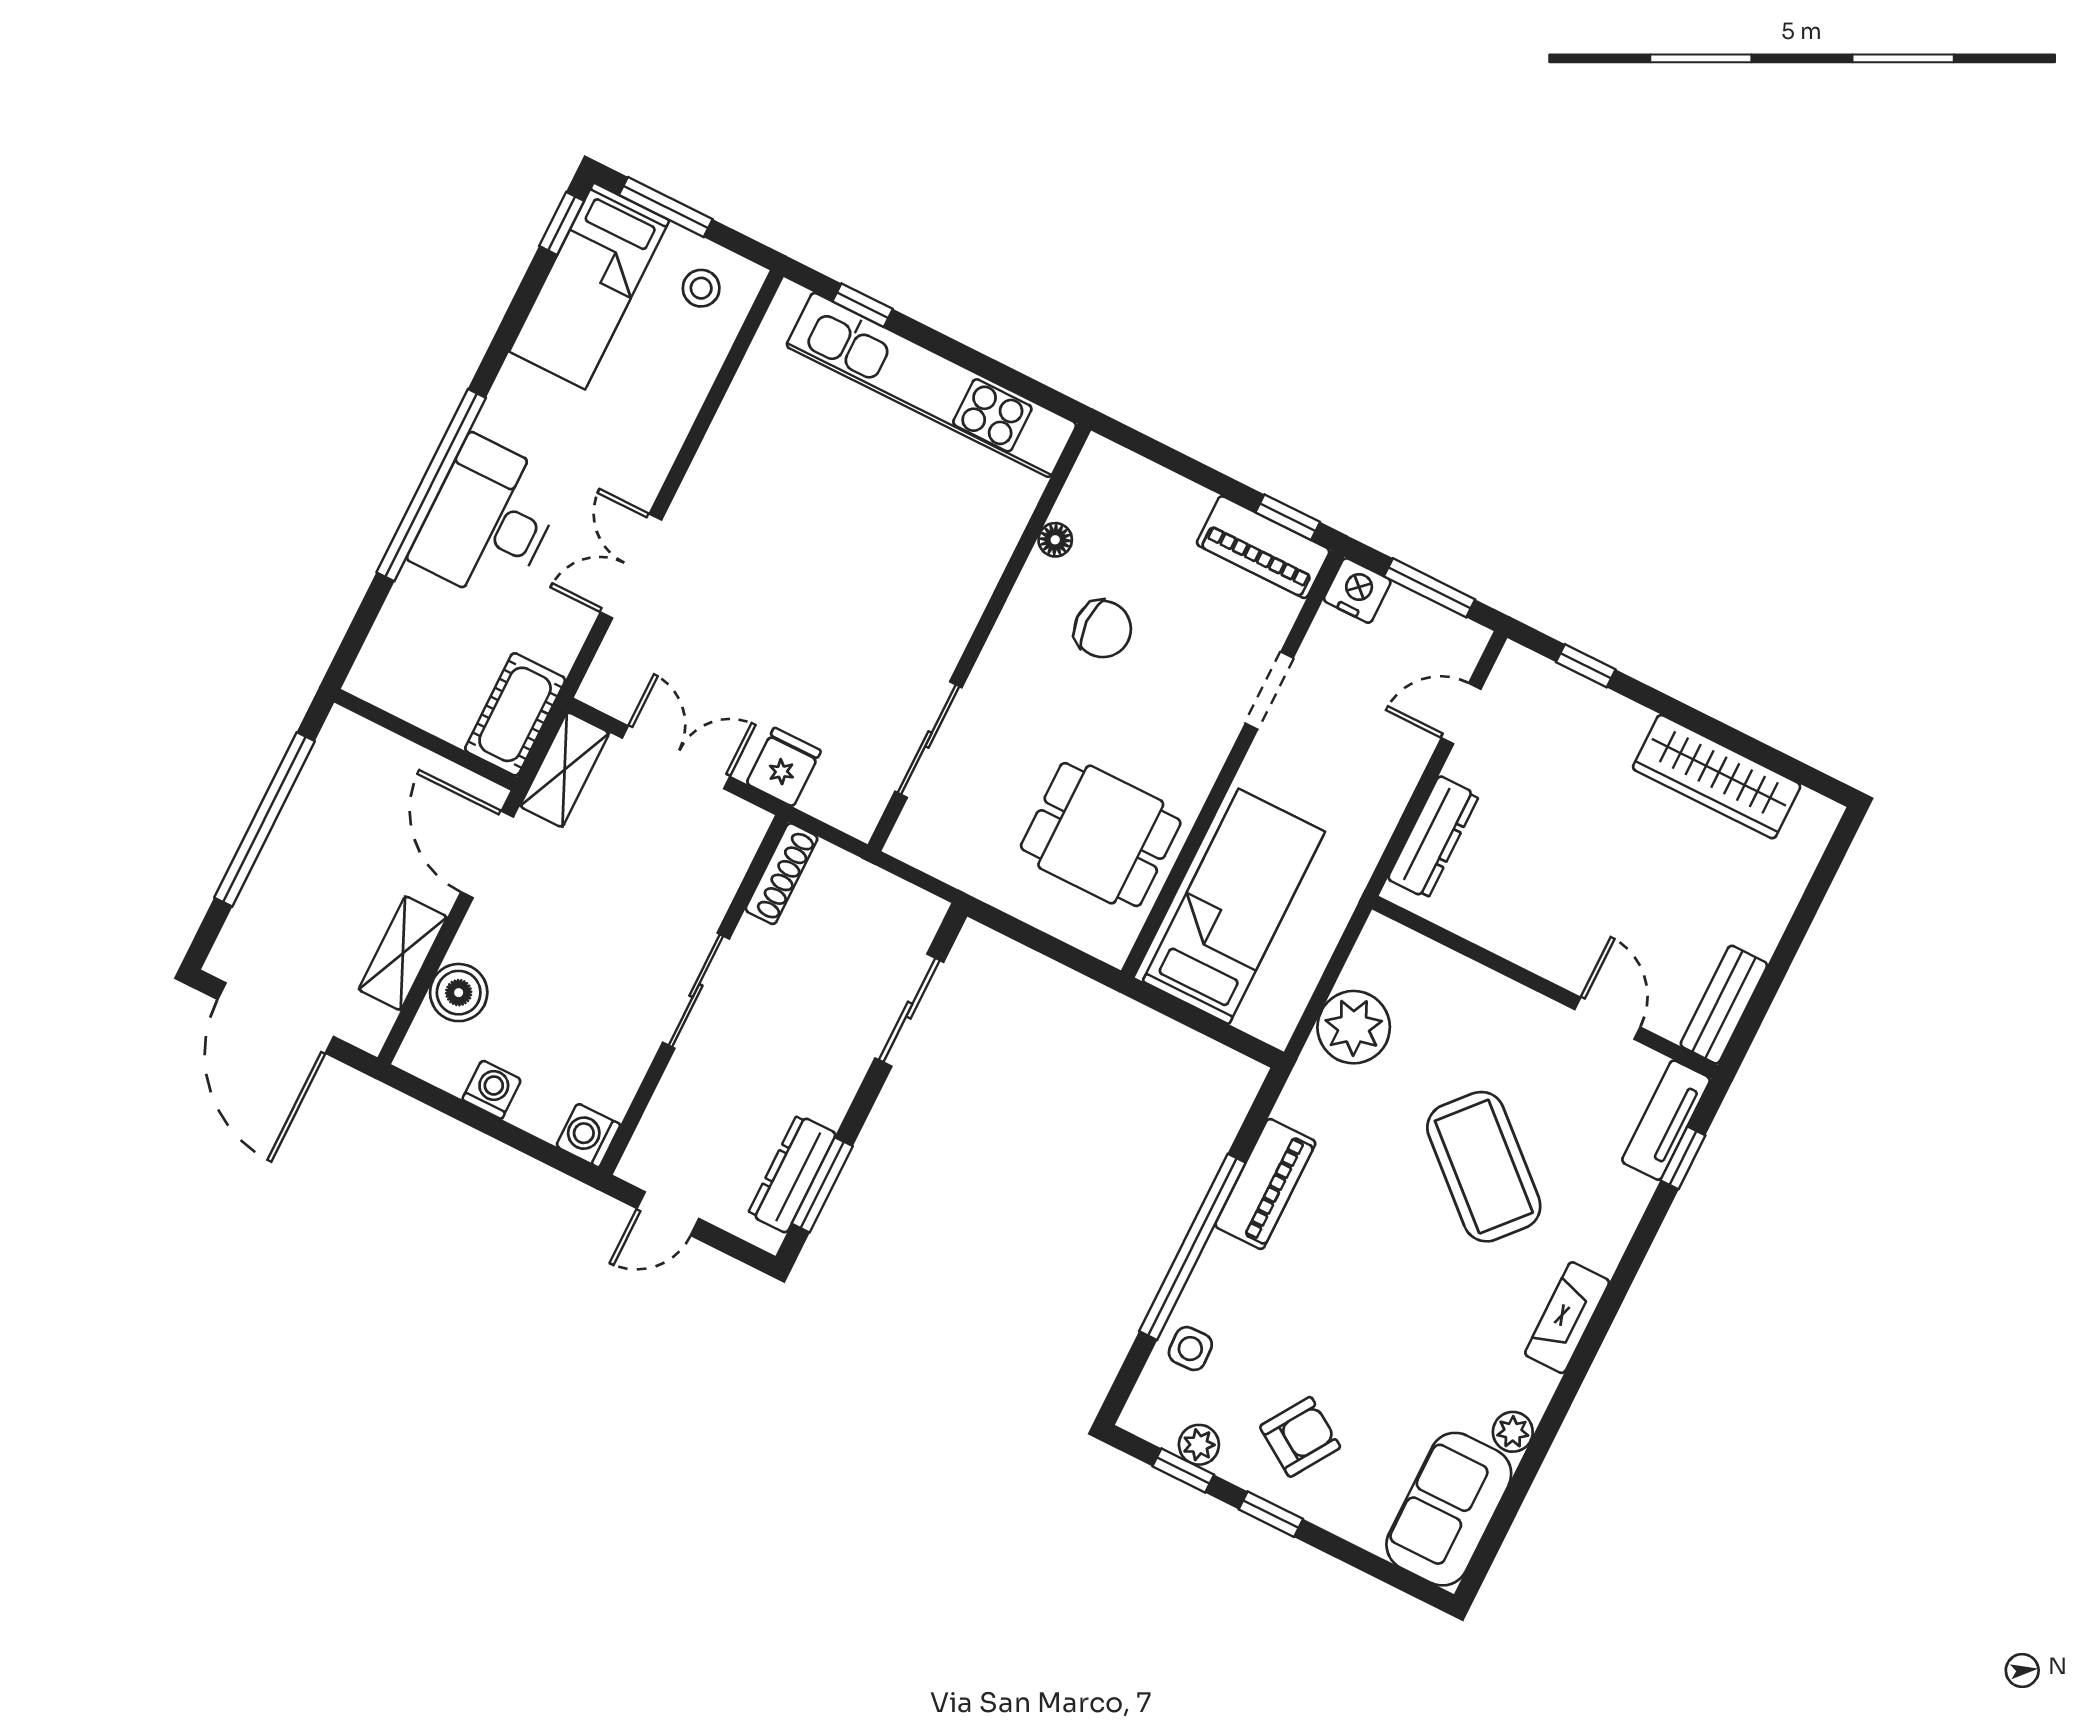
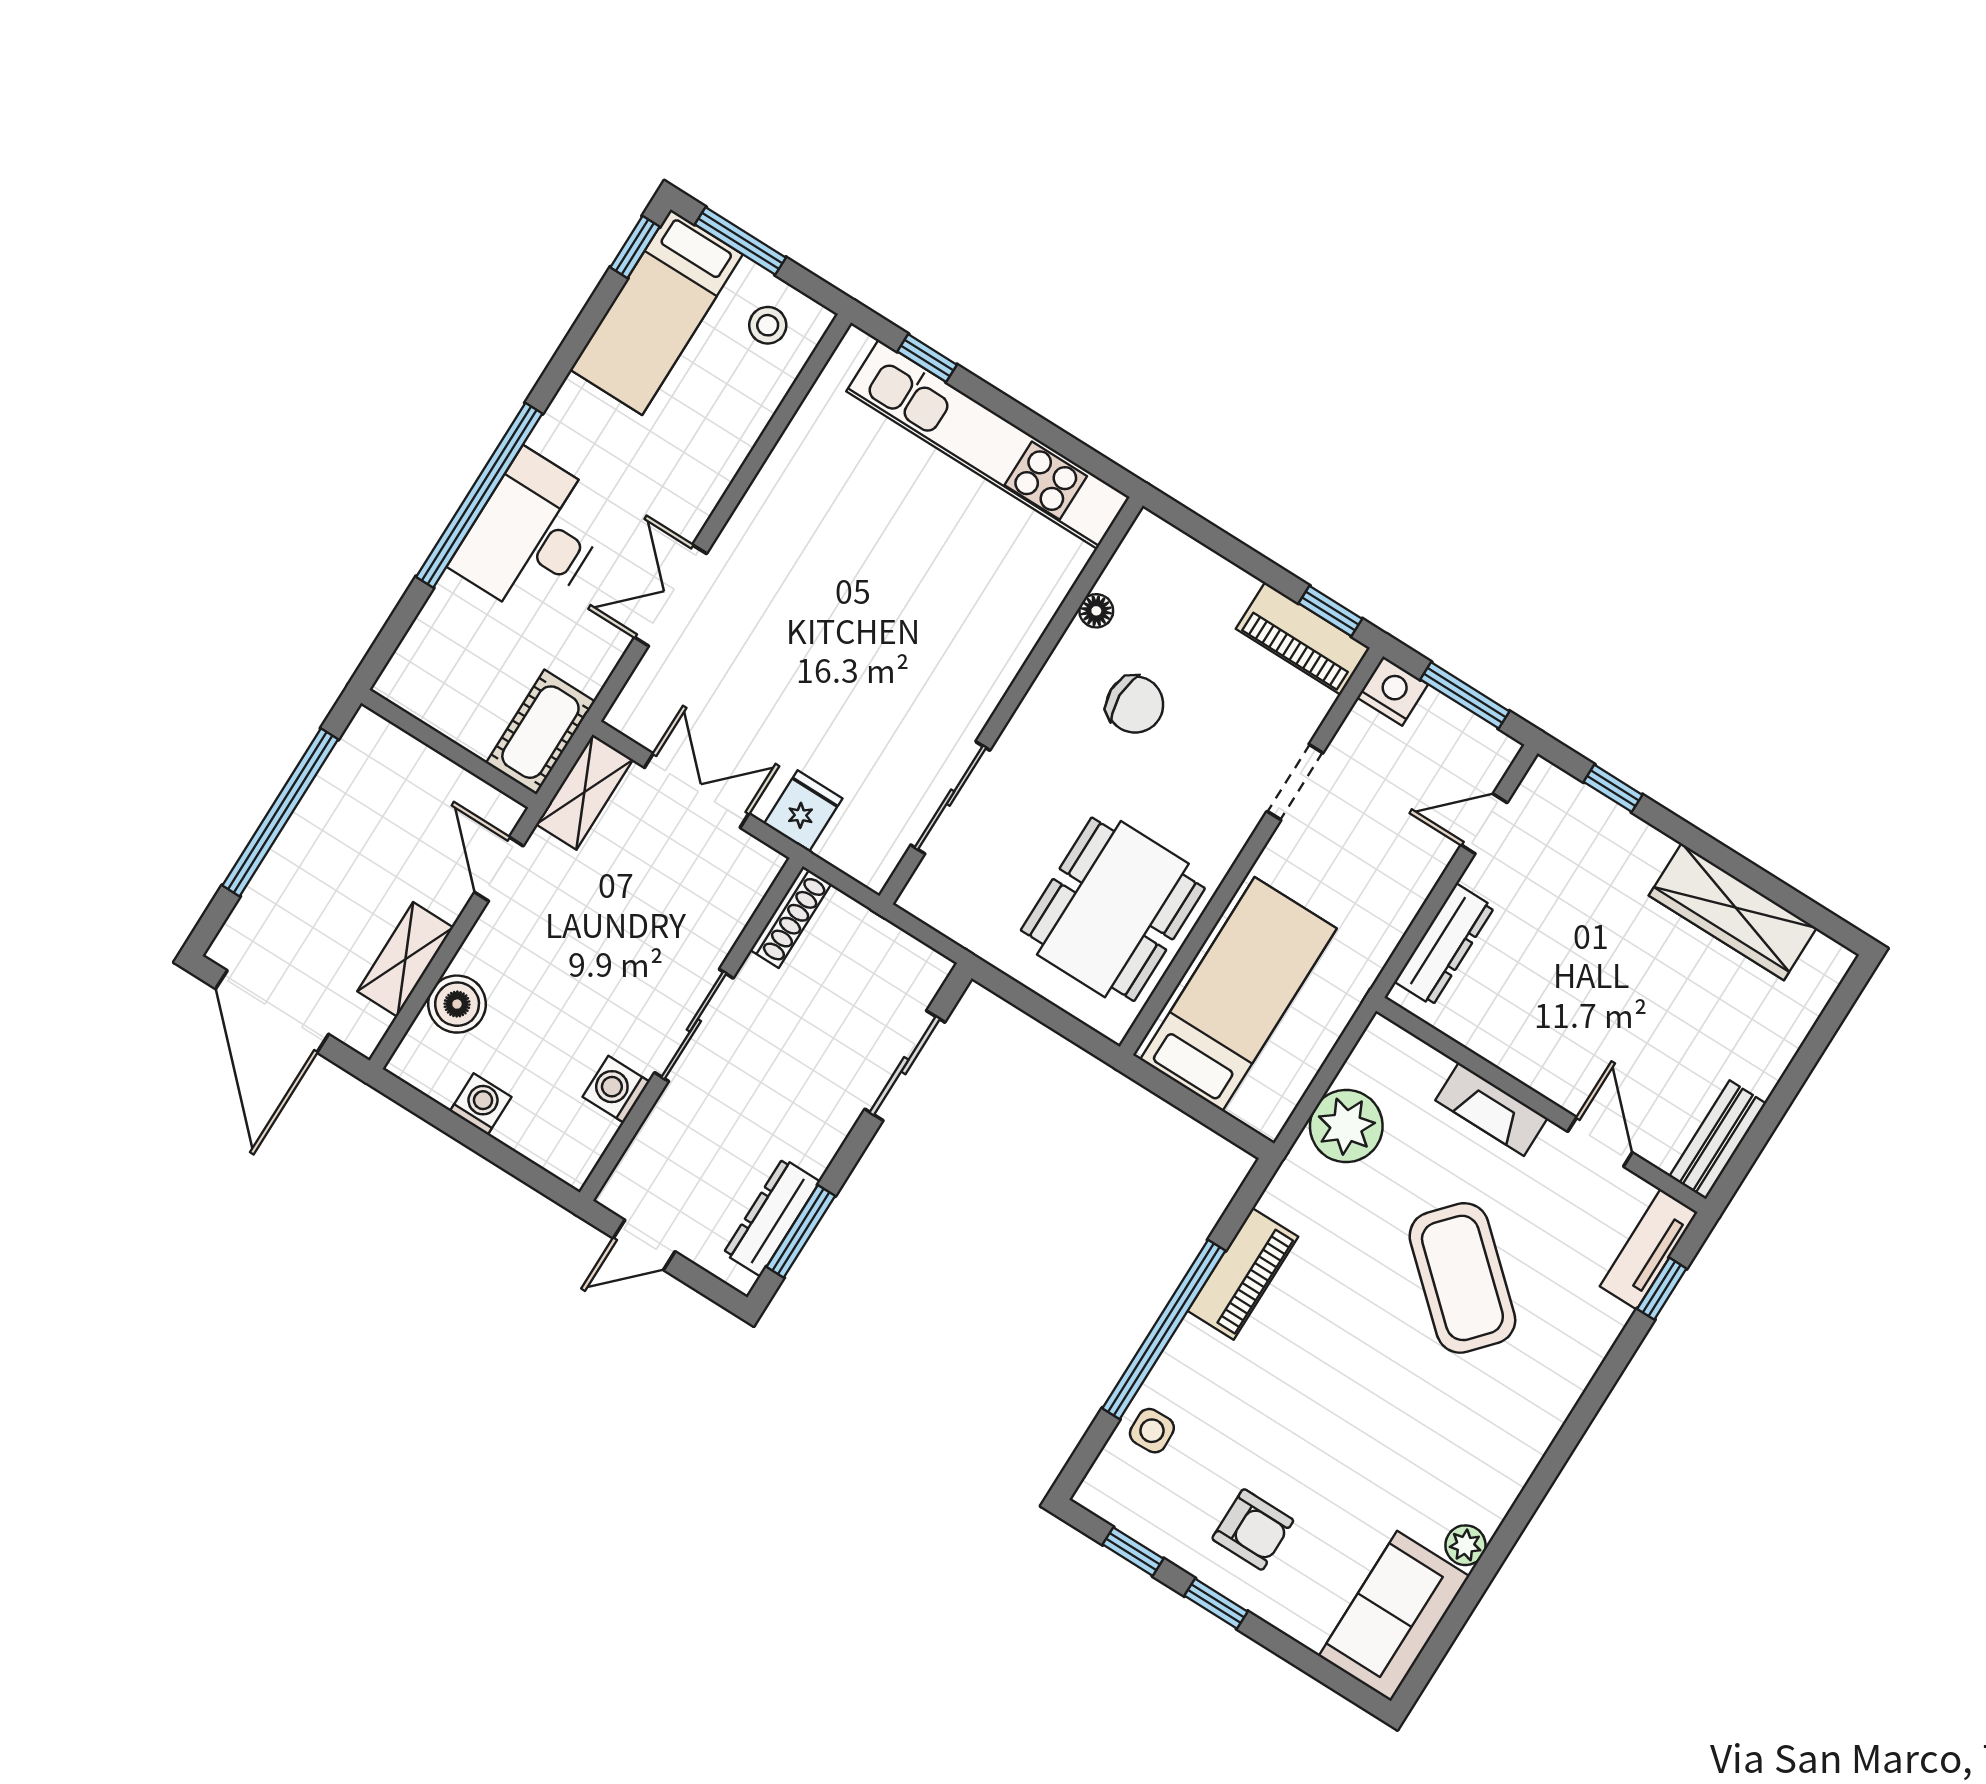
dining table: (1101, 835) -> (1113, 909), width x1.38
door: (487, 854) -> (499, 869), width x0.73
washing machine: (588, 1135) -> (616, 1089), moved
fireplace: (1567, 1318) -> (1491, 1109), moved, turned -90
armchair: (1300, 1437) -> (1253, 1529), turned 57
plant: (1199, 1445) -> (1151, 1527), removed

